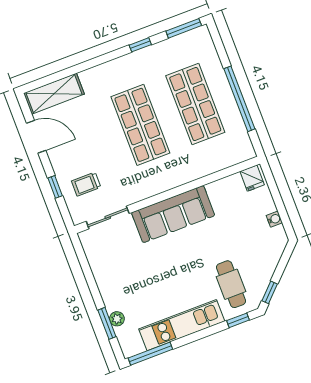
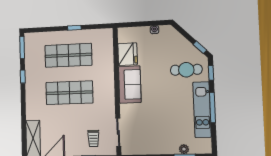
window: (239, 99) -> (74, 28), width x0.32
fridge: (252, 178) -> (128, 54), moved, width x1.88, depth x1.34
sofa: (173, 214) -> (130, 85), width x0.73
window: (150, 354) -> (212, 107), moved

